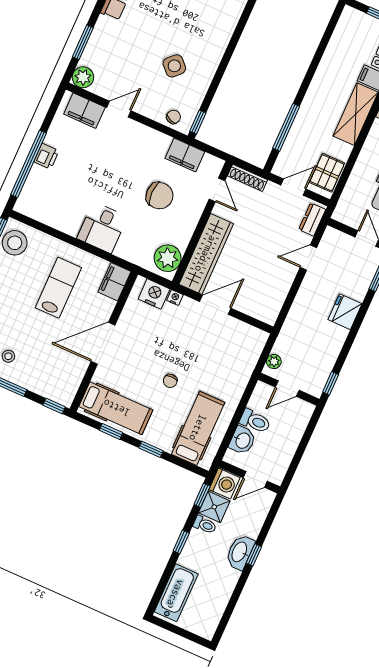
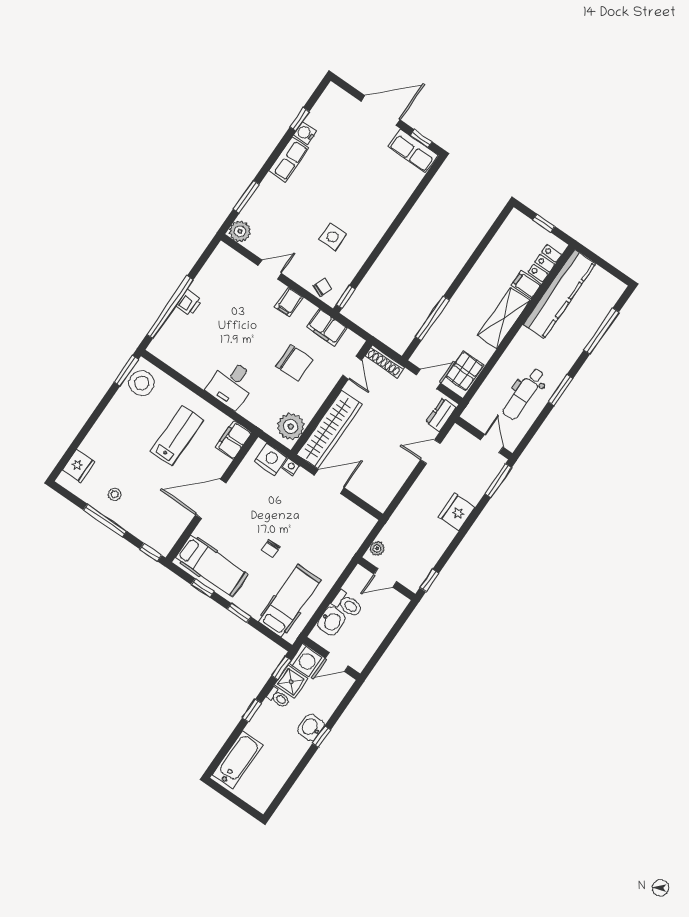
side table: (174, 66) -> (333, 237), turned 45
filing cabinet: (84, 111) -> (289, 302), moved, width x0.50
washbasin: (240, 552) -> (311, 727), width x0.72

